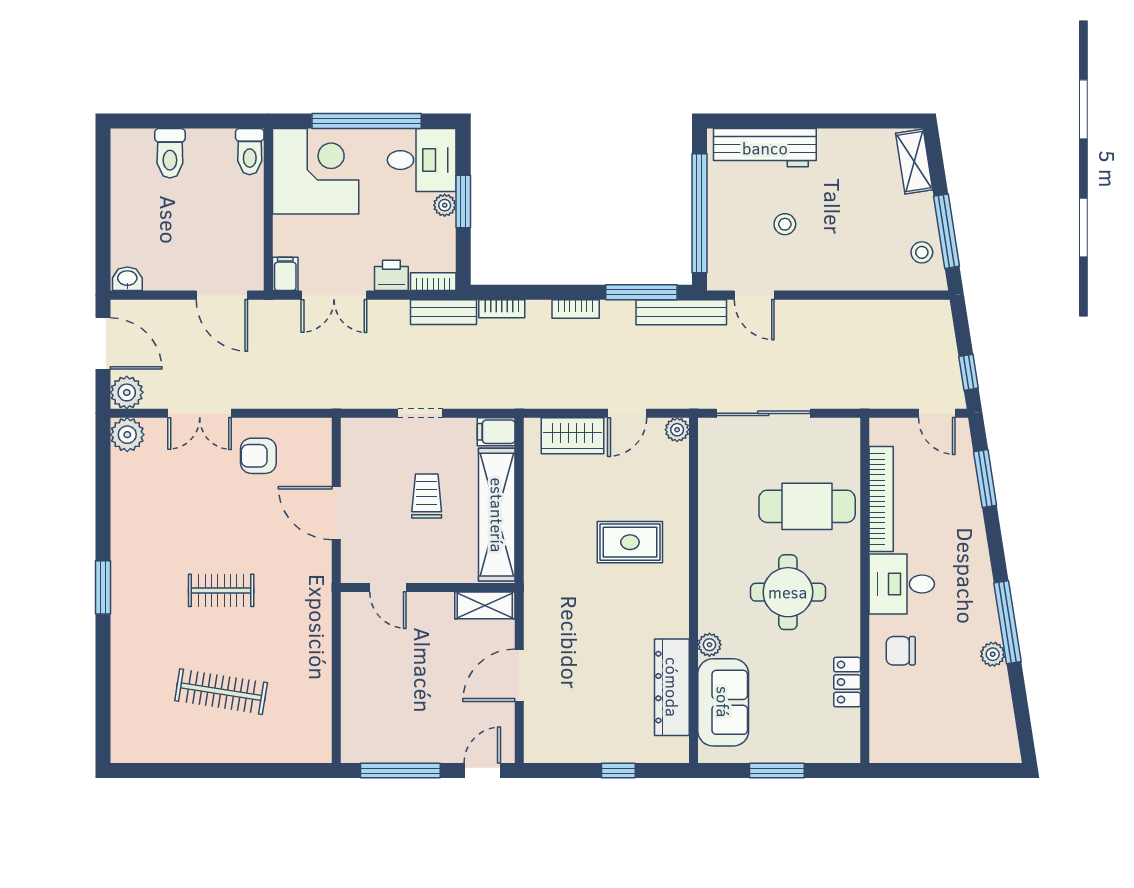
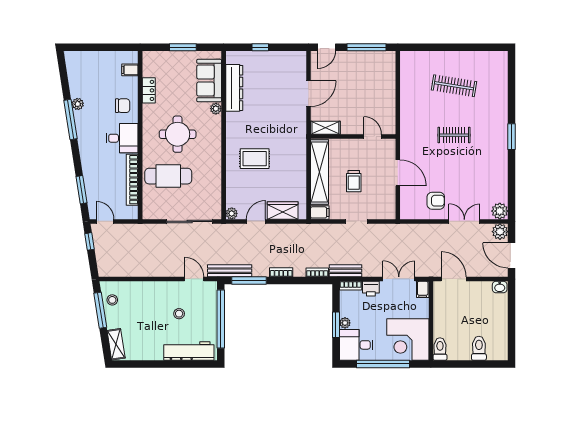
filing cabinet: (886, 724) -> (130, 70), added

